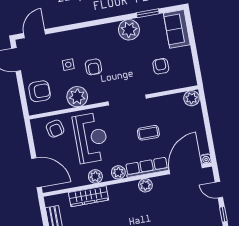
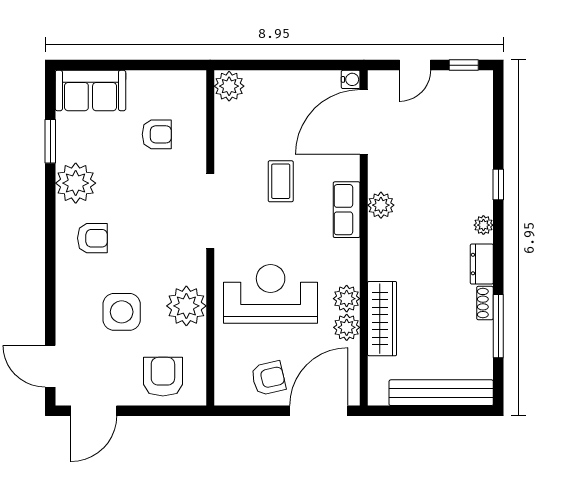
side table: (68, 65) -> (122, 312), width x1.87, depth x1.87
armchair: (161, 66) -> (157, 134), turned 180
armchair: (93, 67) -> (92, 238), moved
armchair: (55, 129) -> (268, 378), moved
row of seats: (147, 167) -> (347, 210), width x0.68
door: (186, 169) -> (364, 122), hinge flipped
plant: (118, 172) -> (347, 327), moved

